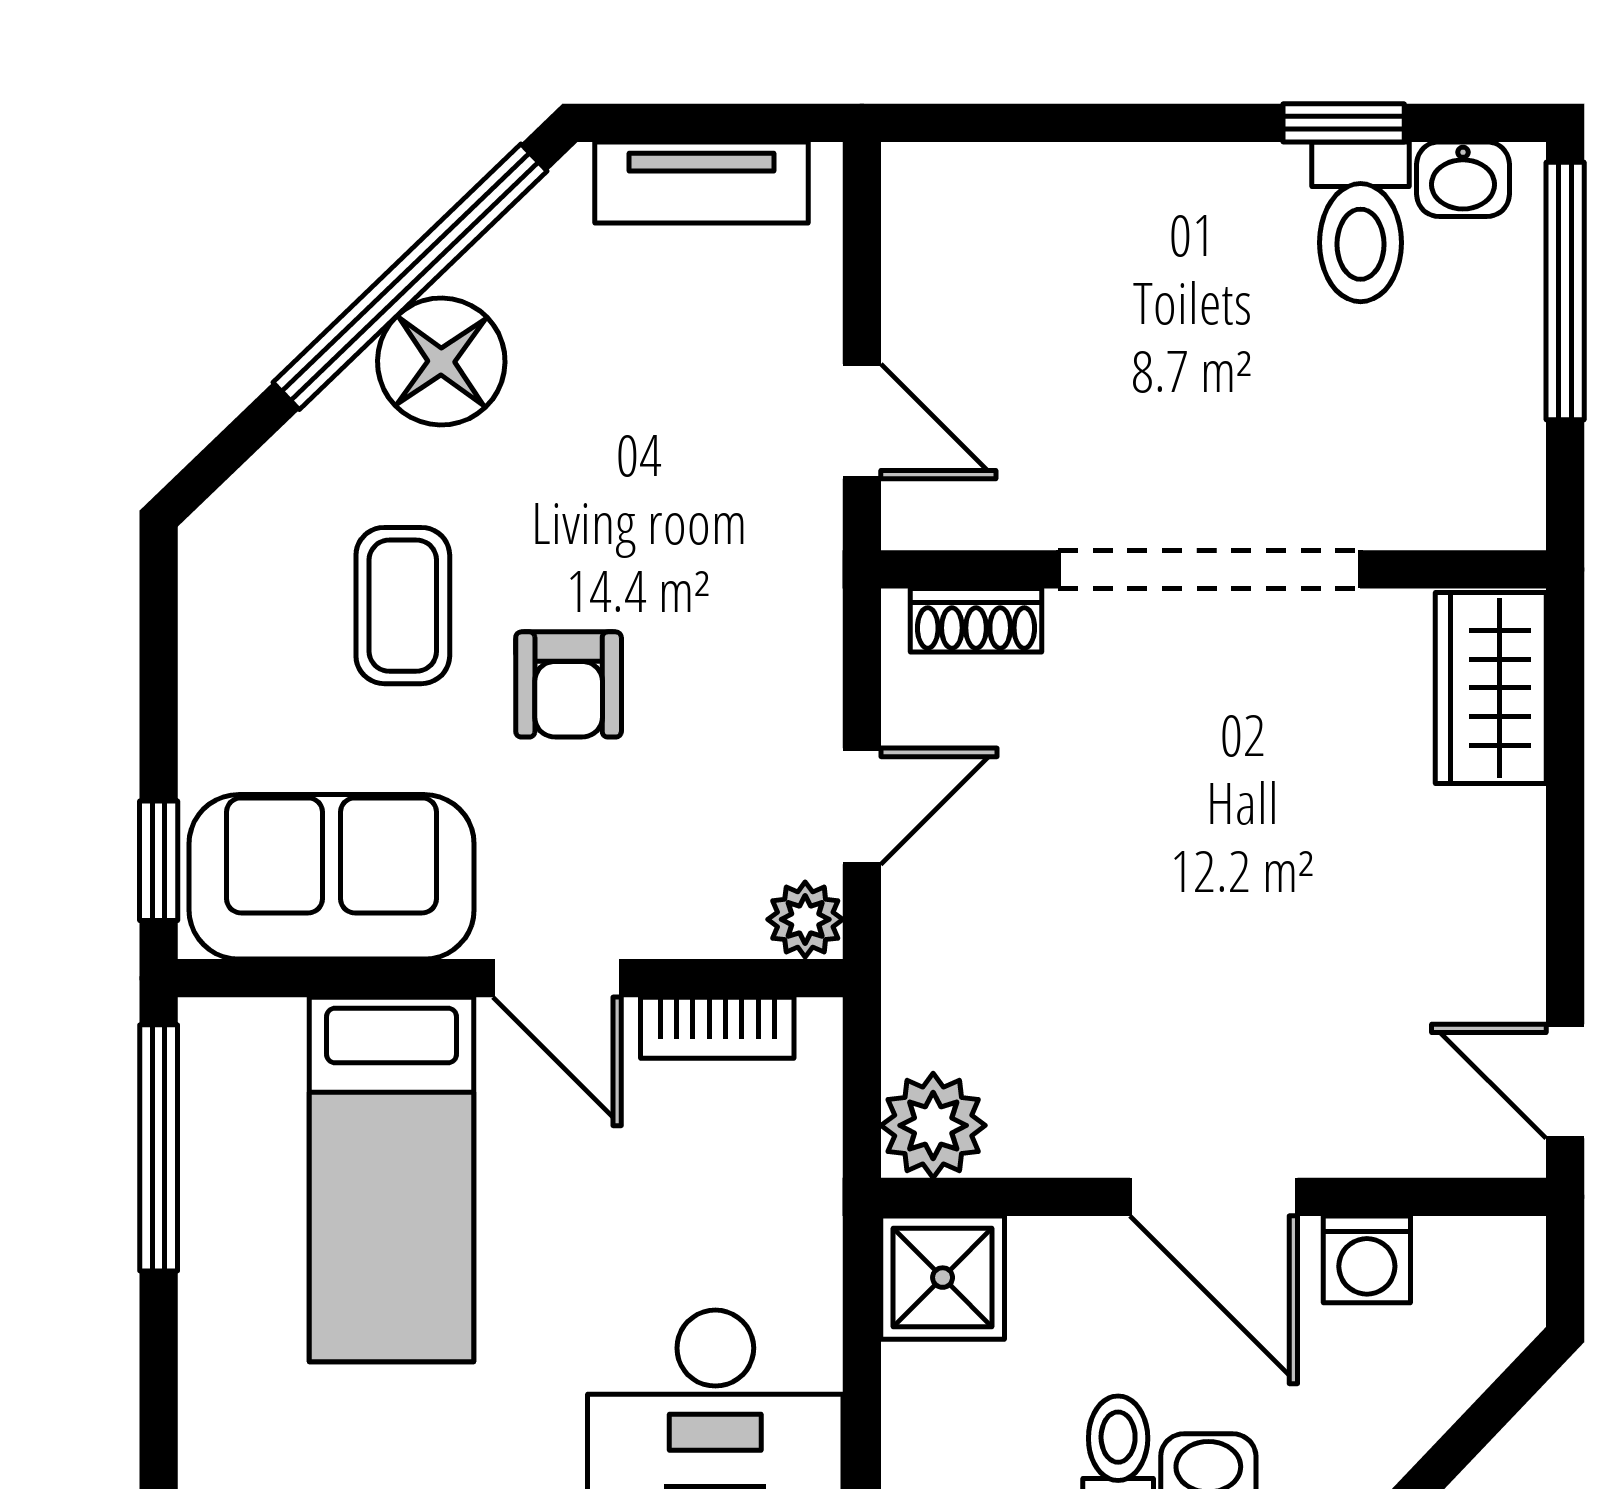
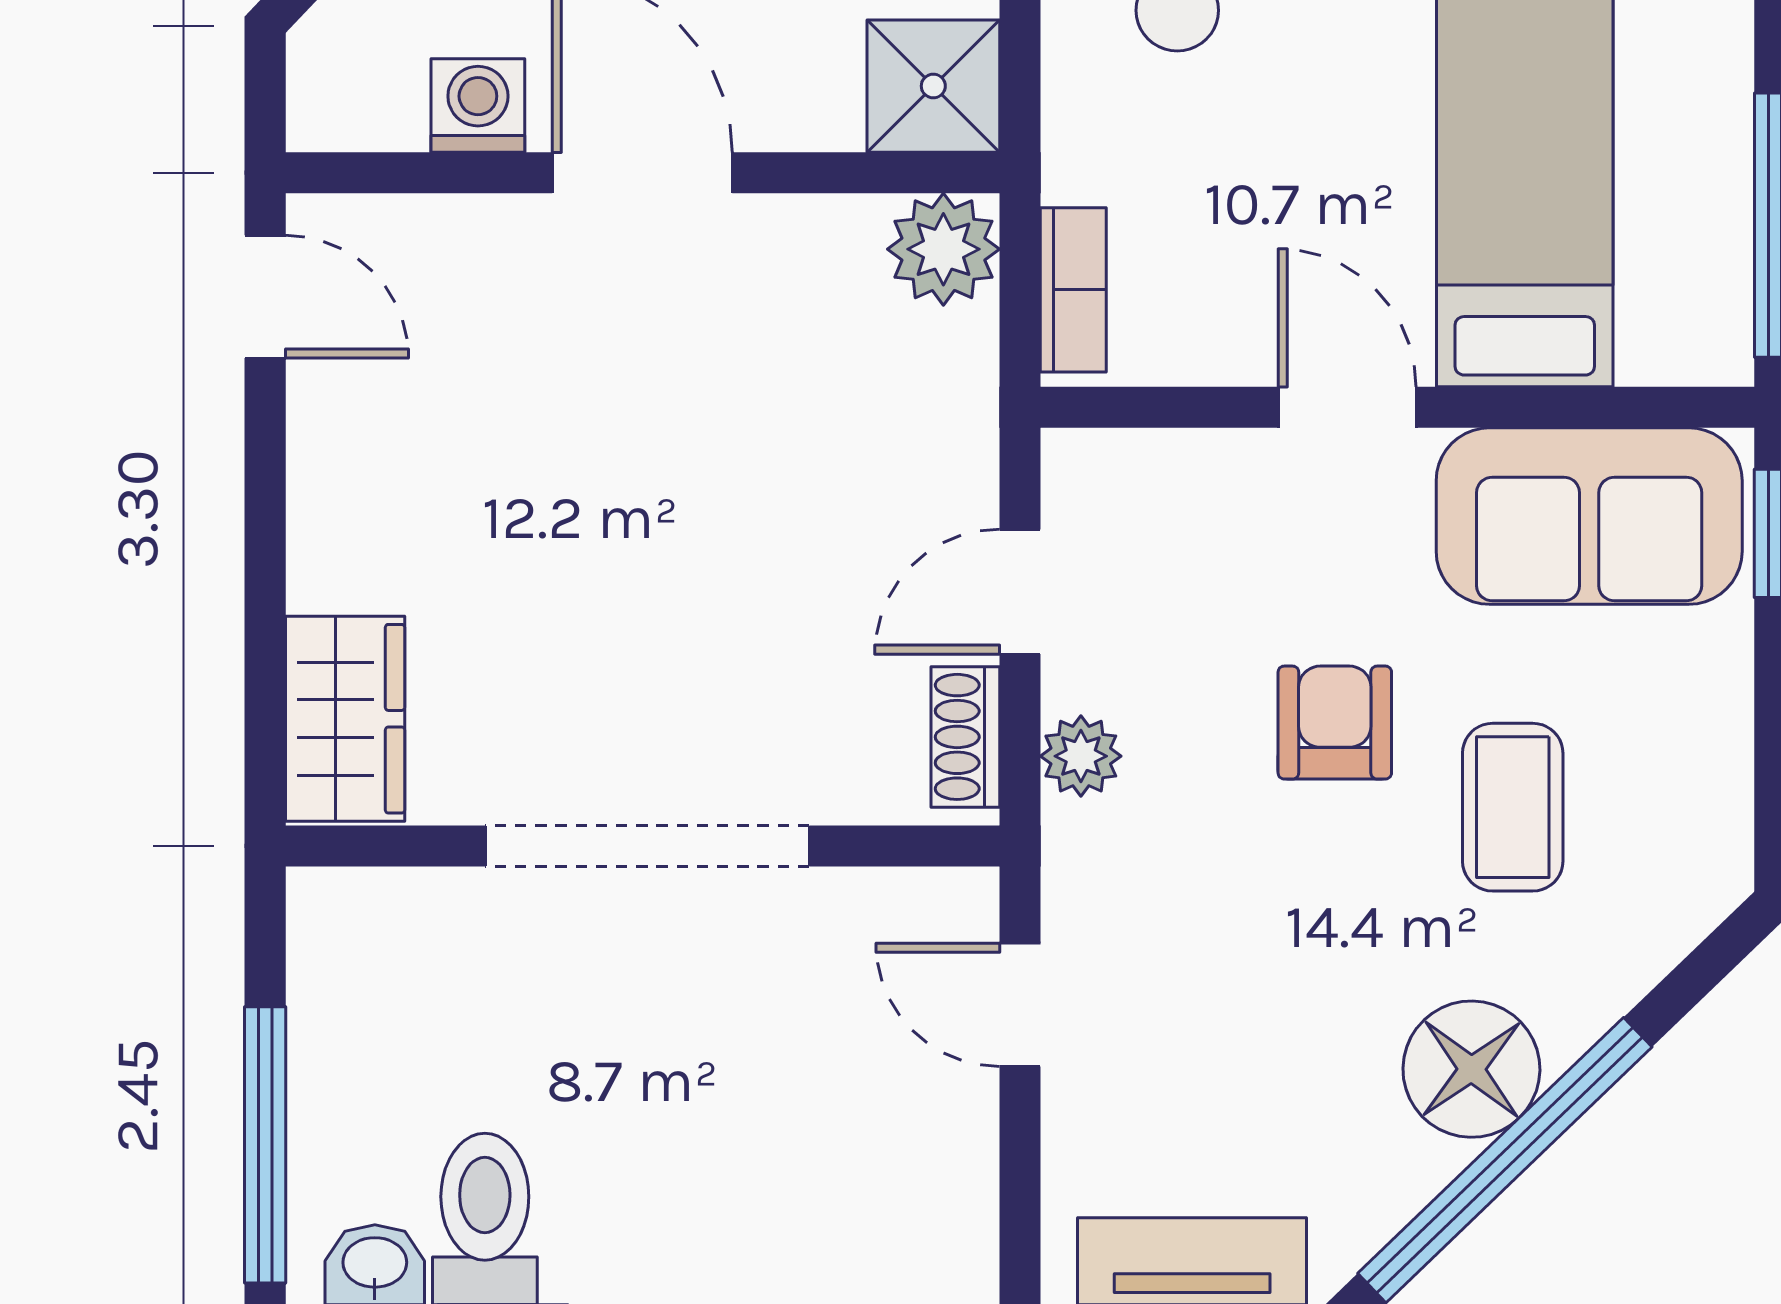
shoe rack: (976, 620) -> (965, 737), moved, turned -90
plant: (805, 919) -> (1081, 756), moved
bookcase: (717, 1028) -> (1073, 290), moved, turned 90

